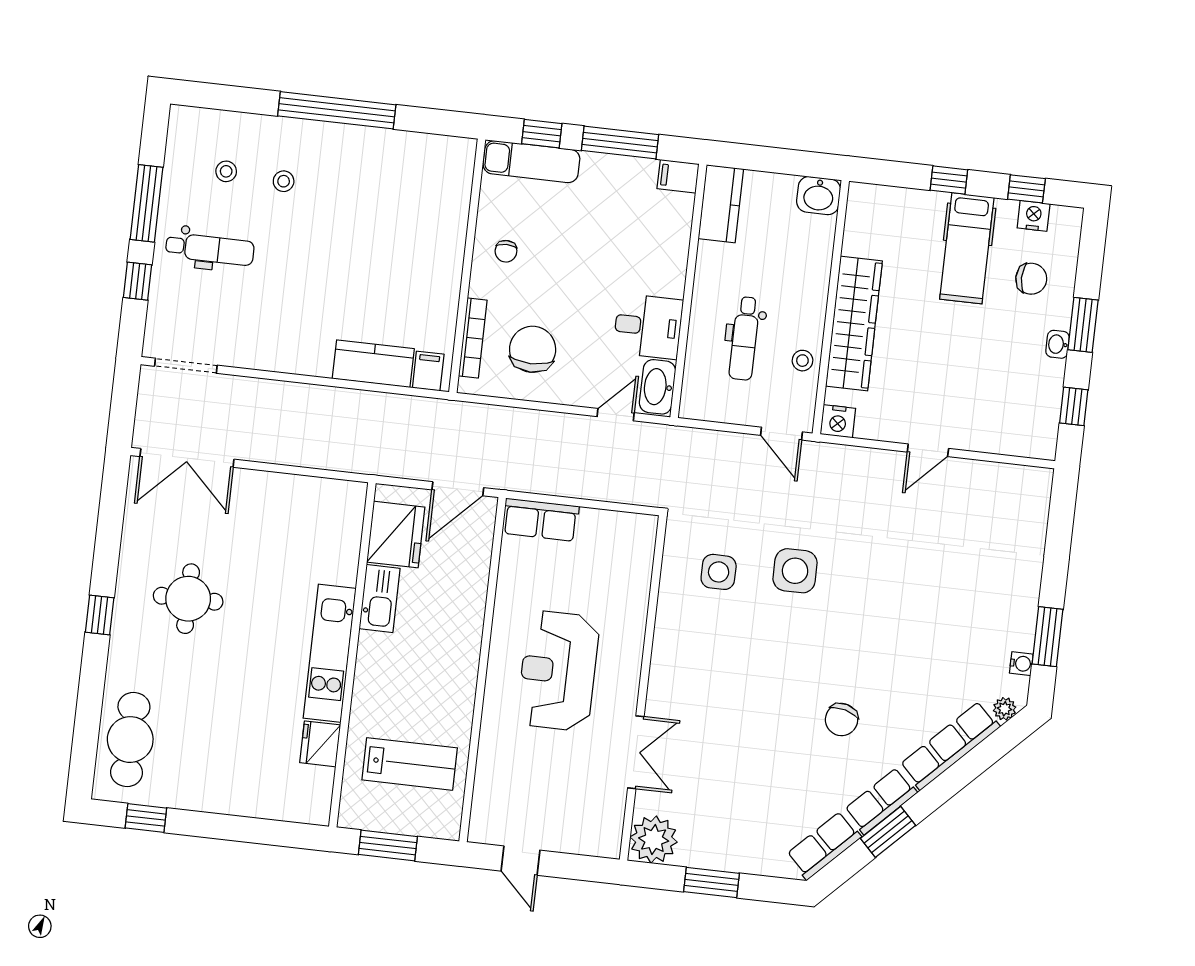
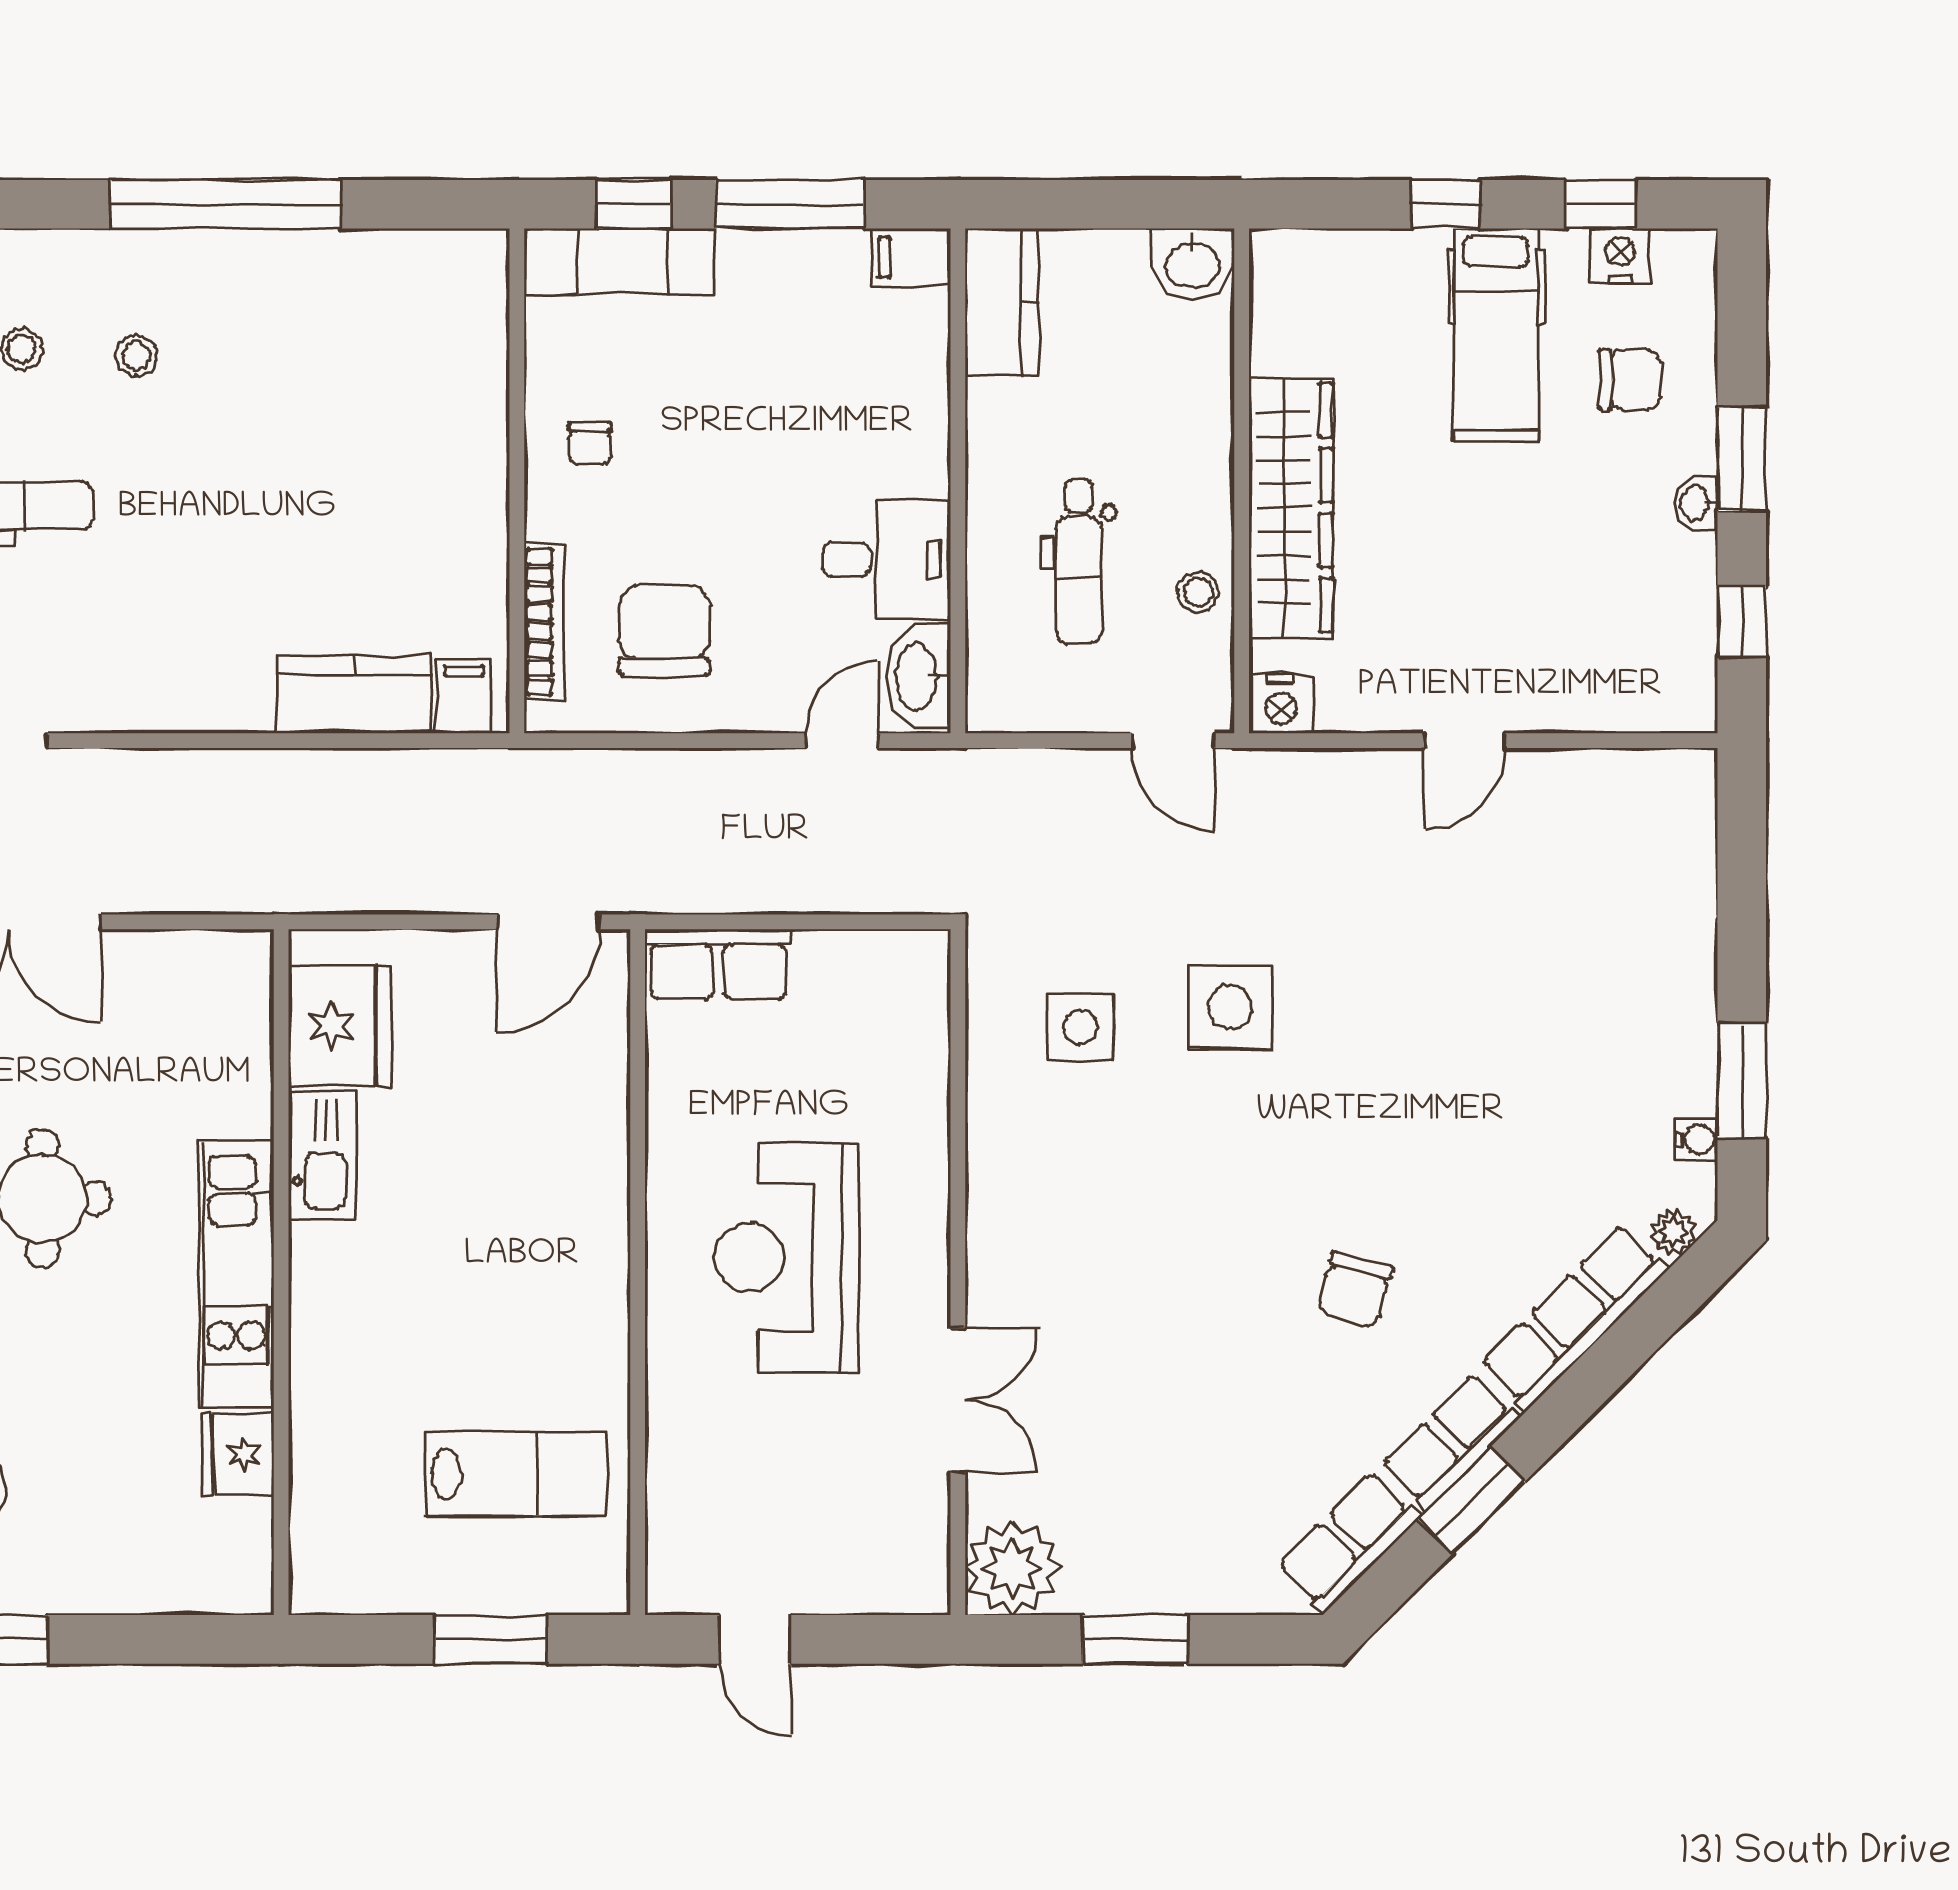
fridge: (396, 535) -> (340, 1026), moved
kitchen sink: (380, 599) -> (322, 1155), moved
kitchen unit: (330, 653) -> (236, 1274), moved
wall: (352, 655) -> (281, 1272), moved
fridge: (320, 744) -> (238, 1454), moved

